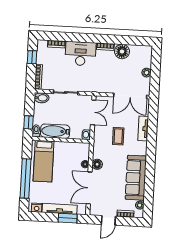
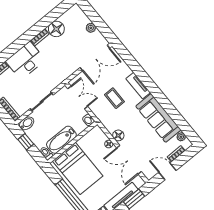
window: (29, 122) -> (26, 142), moved
tv unit: (143, 129) -> (138, 86), moved
bed: (44, 161) -> (78, 169), width x1.50
door: (108, 220) -> (167, 171), swing flipped

